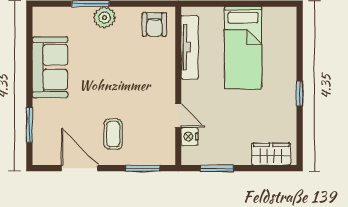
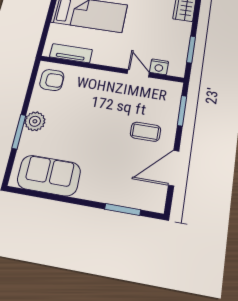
tv unit: (190, 47) -> (71, 53), width x0.71
sofa: (50, 67) -> (49, 175), moved
door: (178, 116) -> (138, 73), hinge flipped

